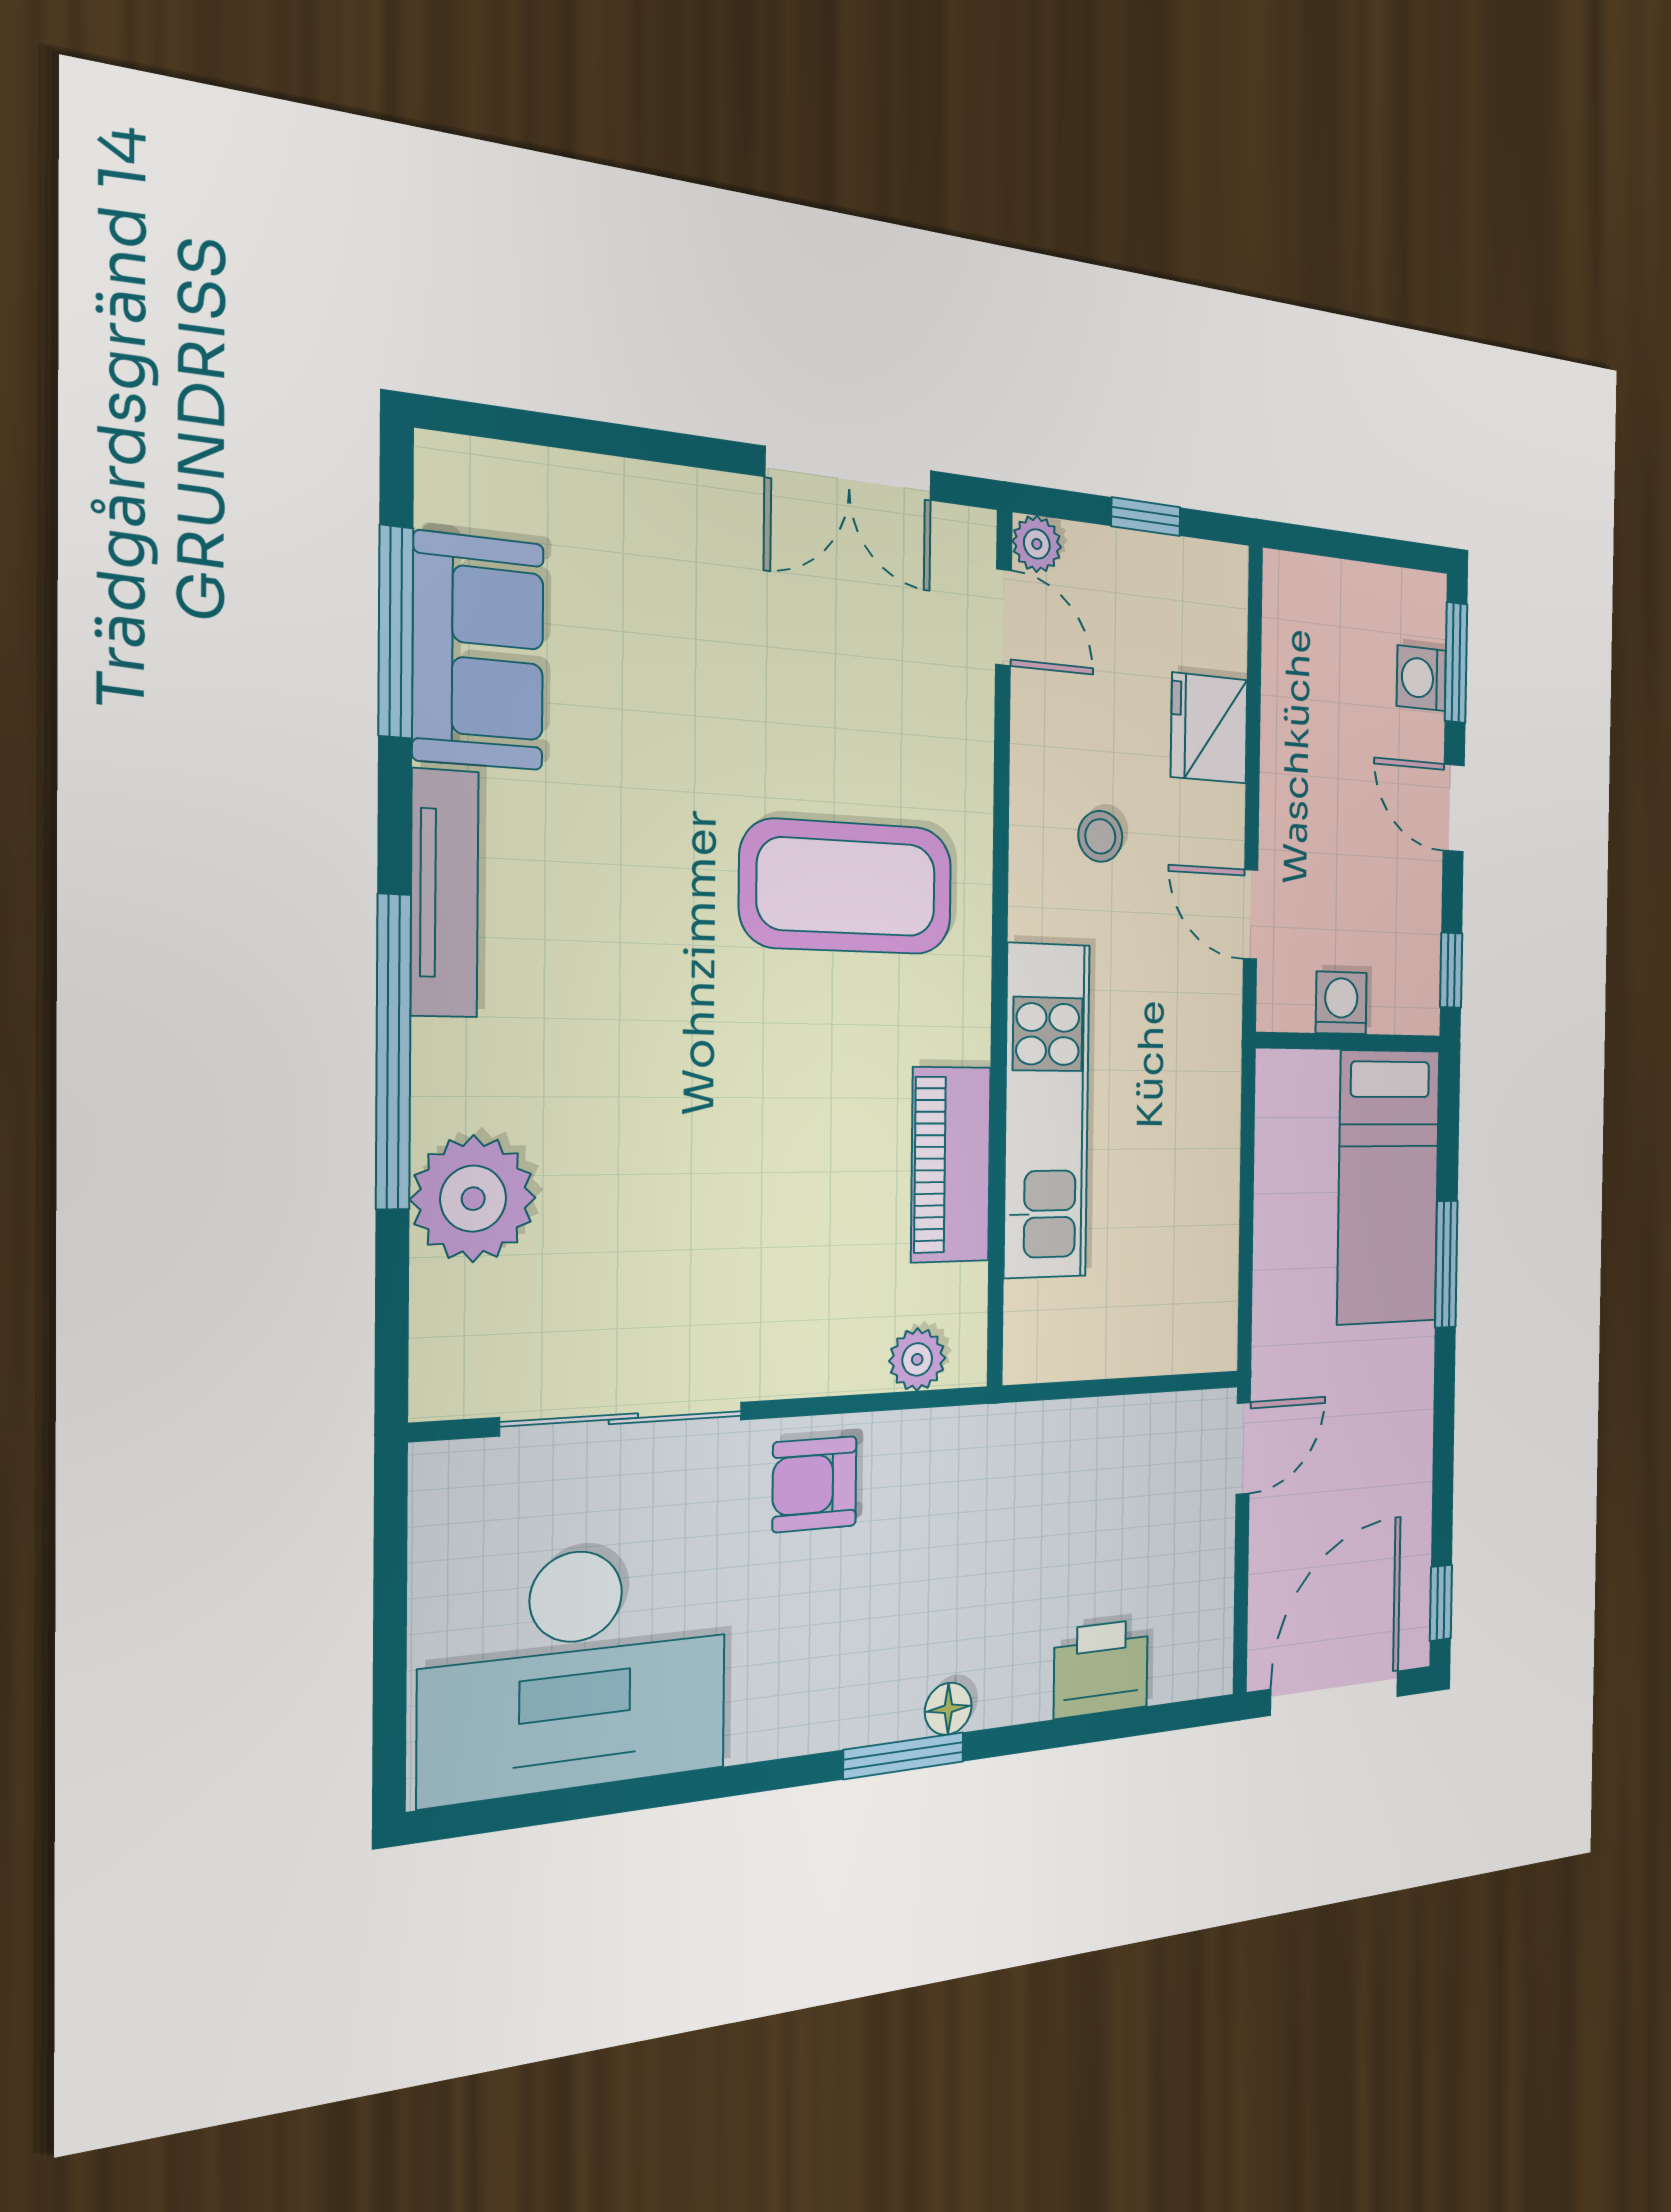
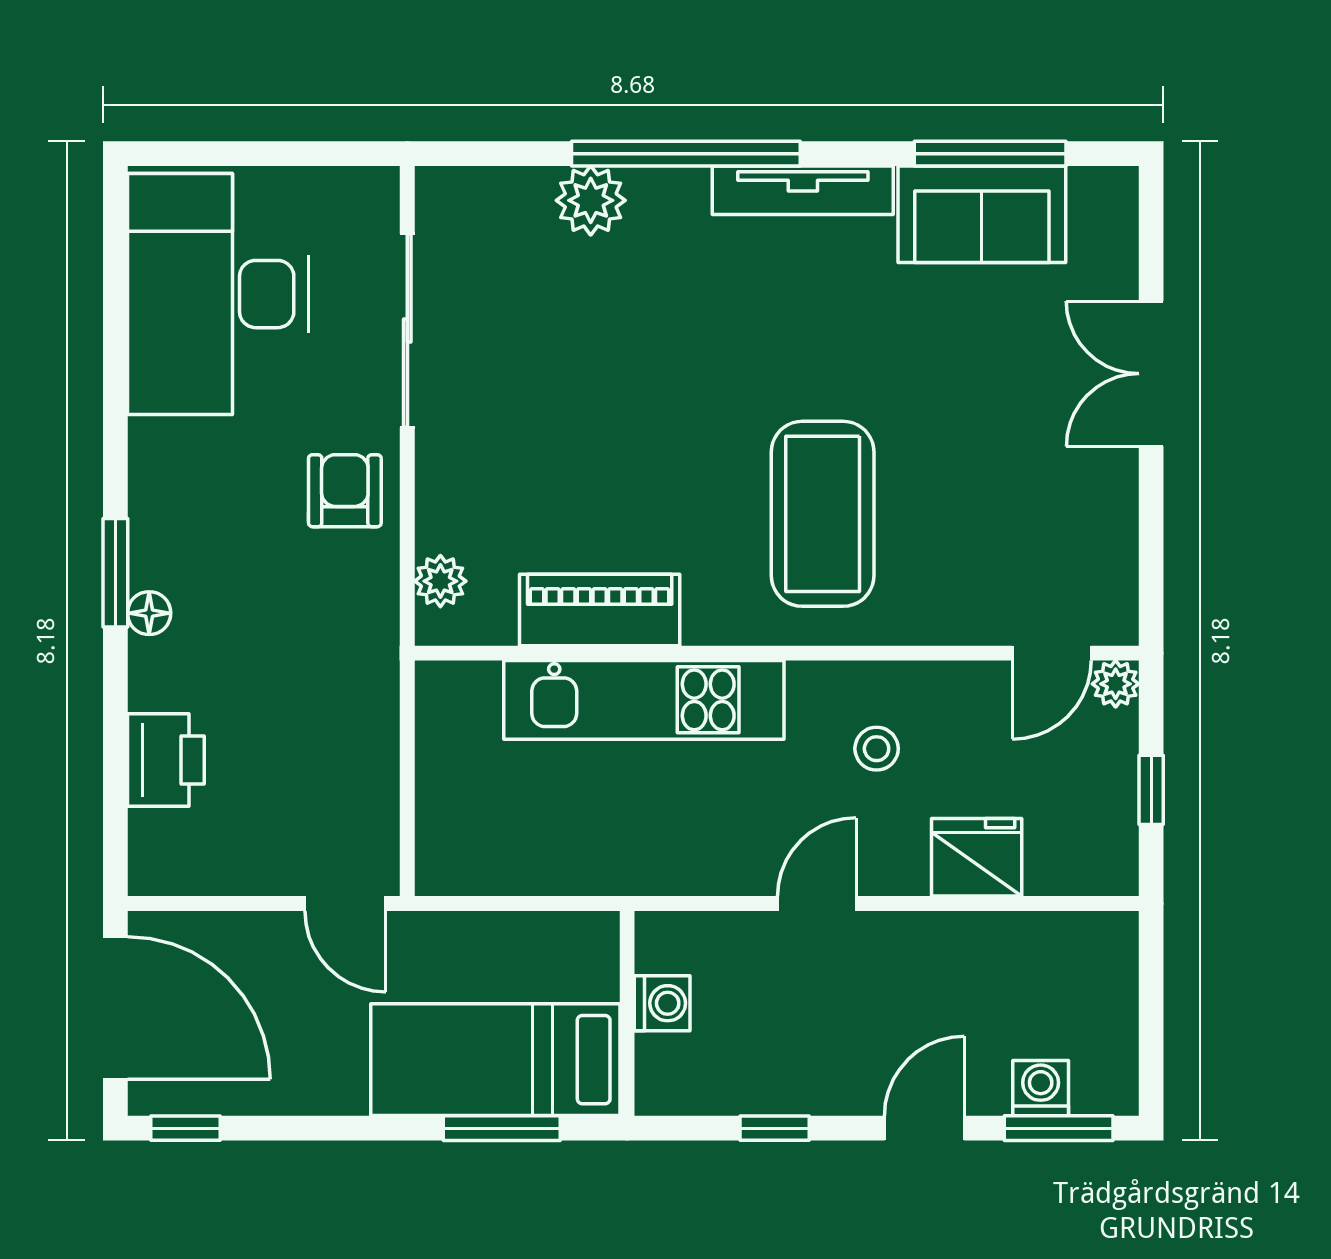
double door: (849, 474) -> (1151, 374), moved
washing machine: (1341, 1003) -> (662, 1003), moved
wall: (1350, 1042) -> (627, 1013), moved
bed: (1388, 1187) -> (495, 1060), moved
plant: (473, 1199) -> (591, 200), width x0.73, depth x0.73

